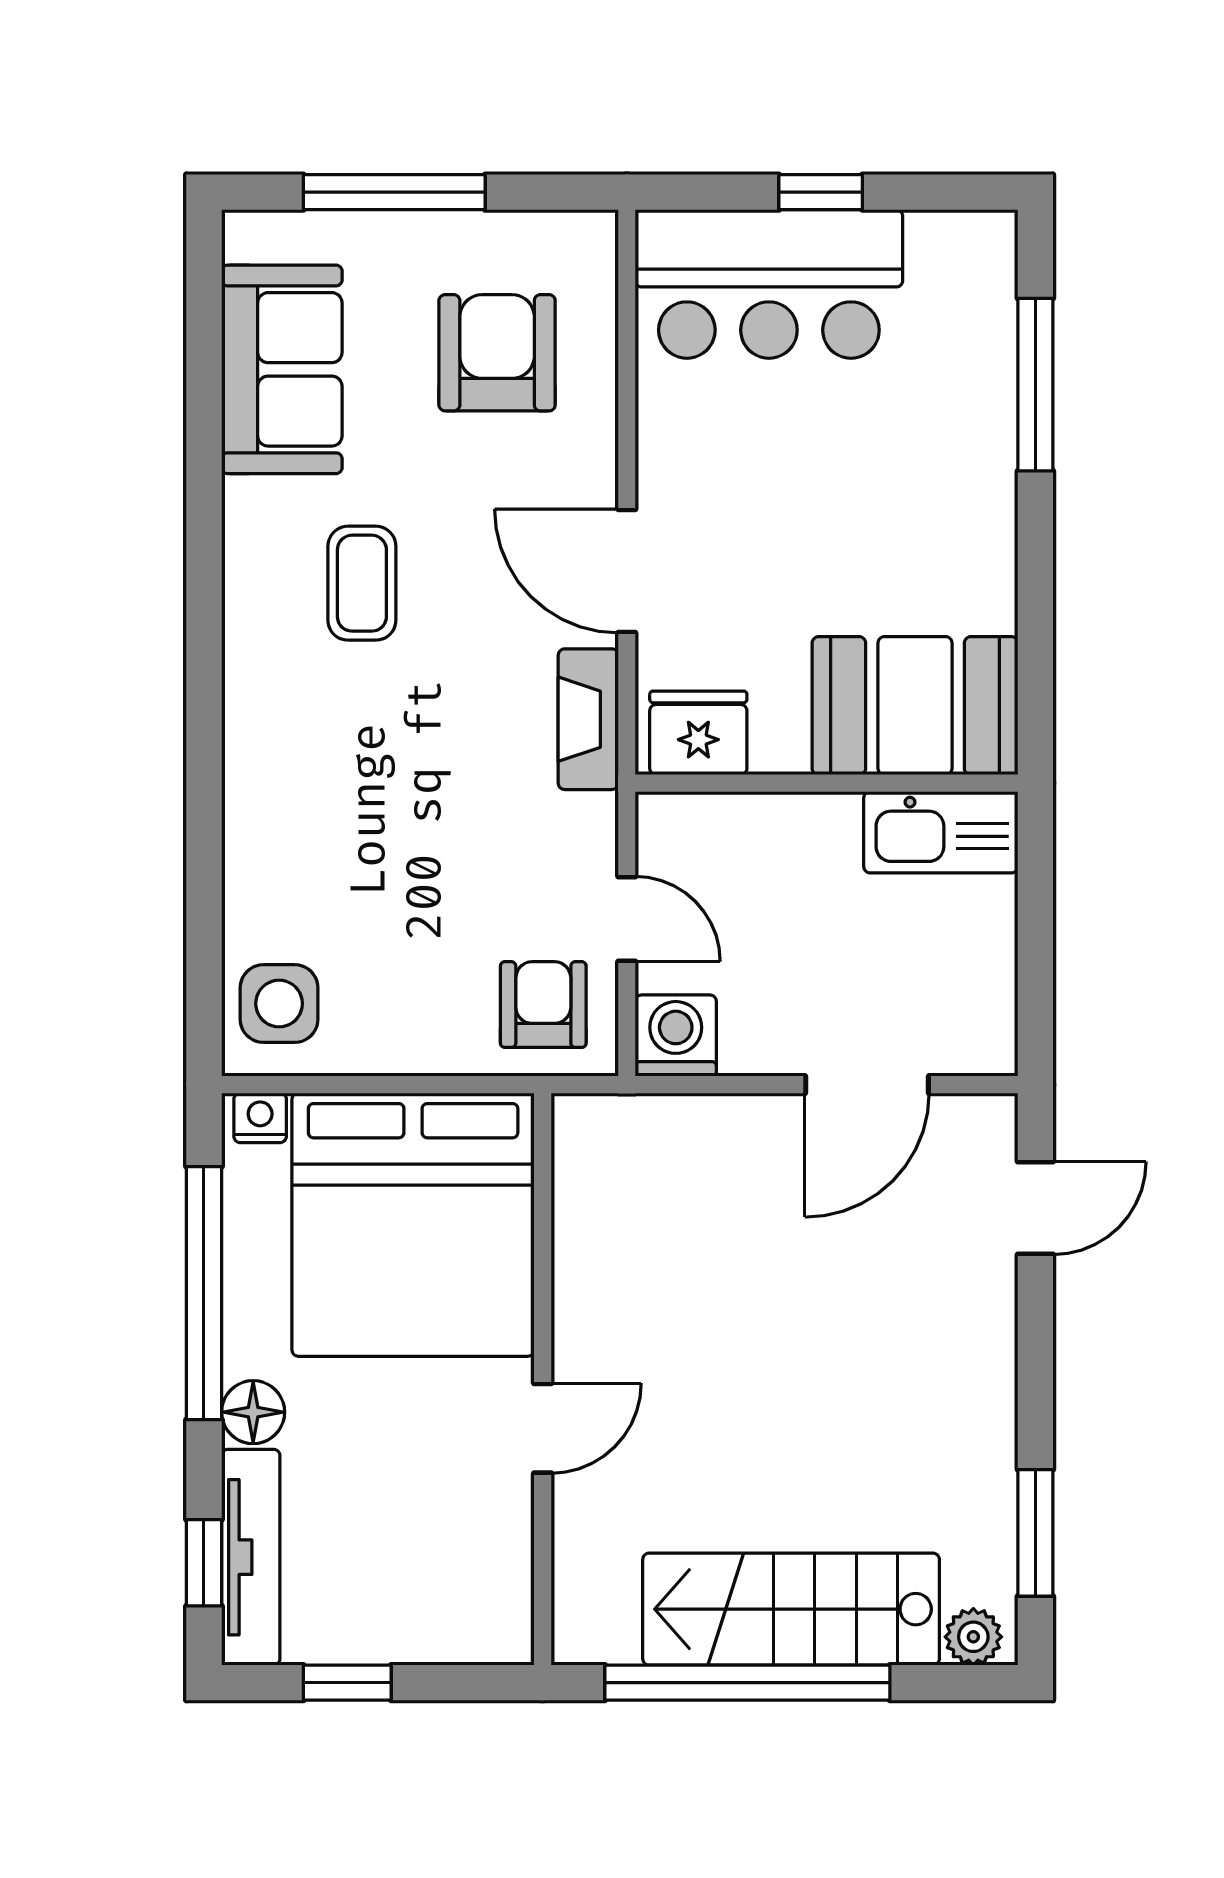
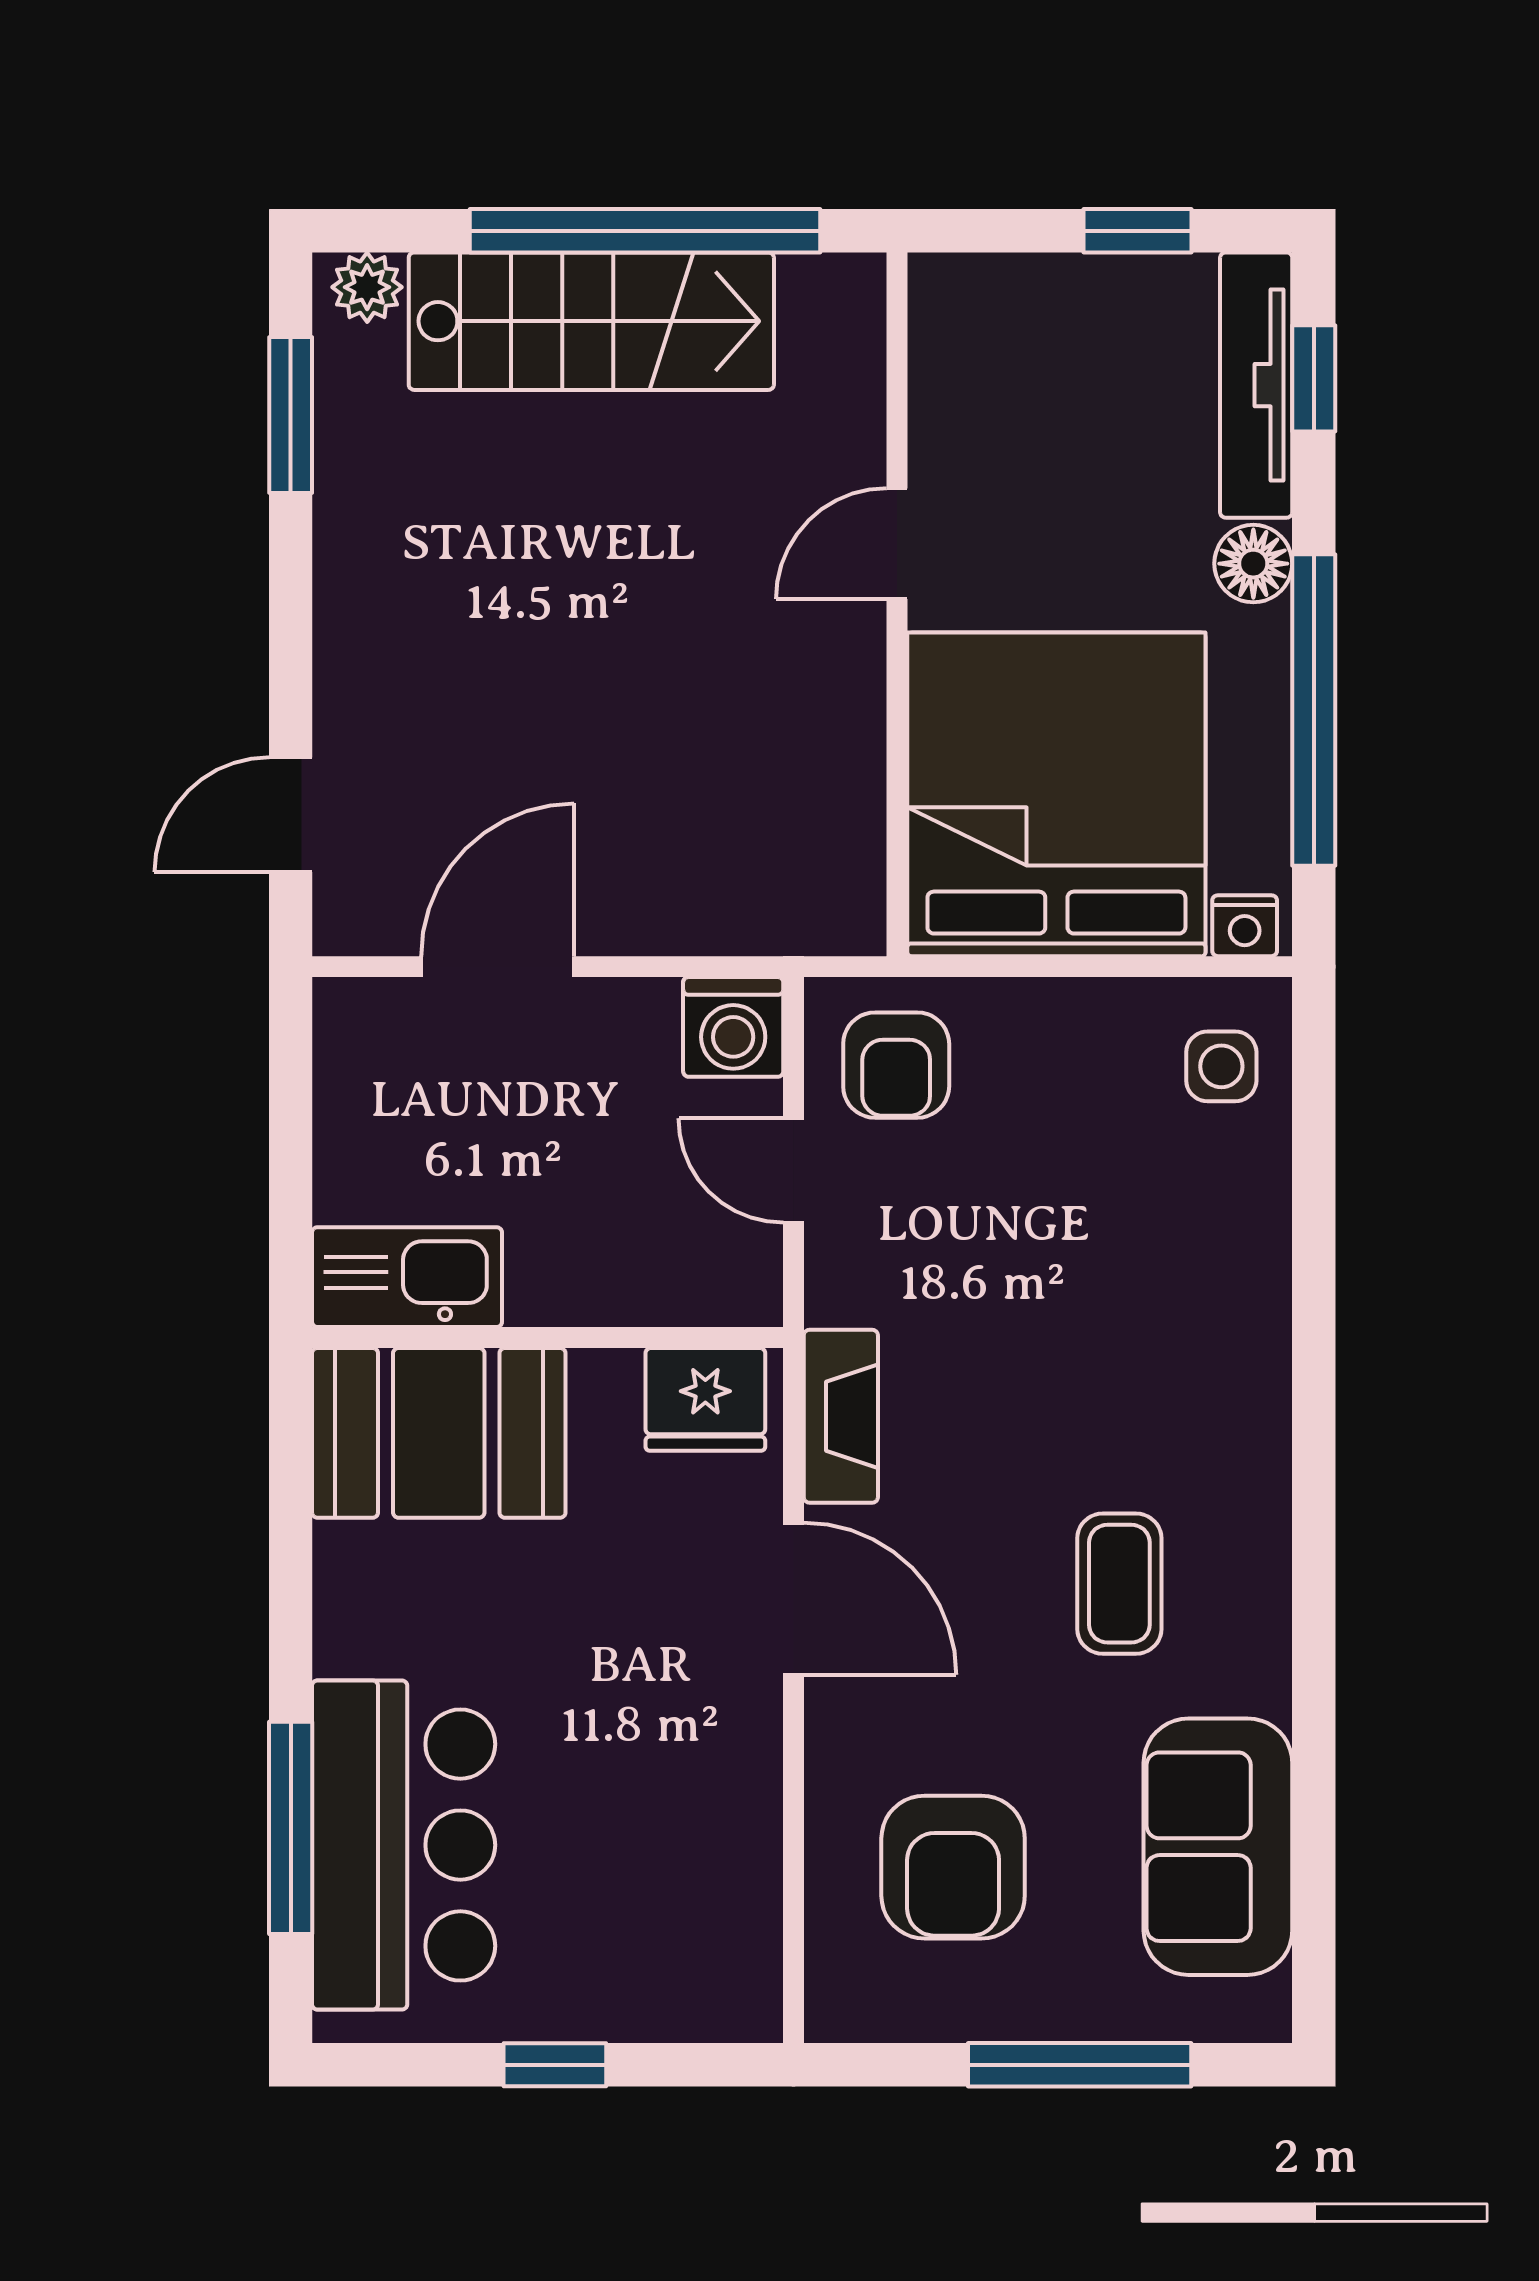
bar counter: (769, 284) -> (404, 1845), moved, turned 90
side table: (279, 1004) -> (1221, 1066), width x0.73, depth x0.73

